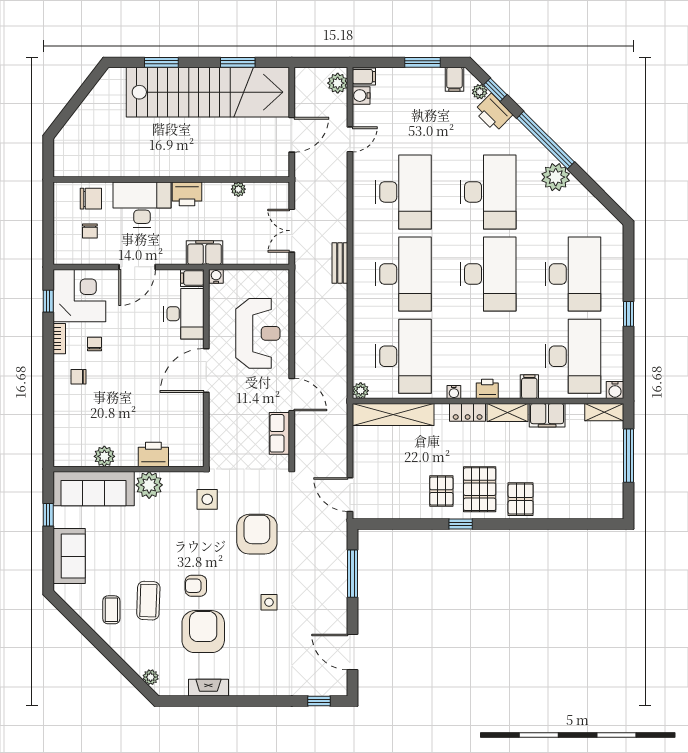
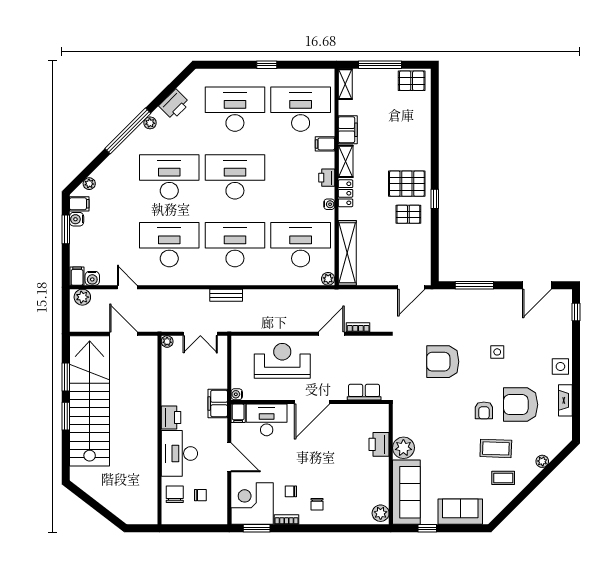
window: (161, 62) -> (66, 416), moved
window: (495, 90) -> (88, 171), removed
printer: (493, 113) -> (174, 104), moved
plant: (556, 177) -> (150, 123), width x0.53, depth x0.53
plant: (238, 189) -> (167, 341), moved
window: (48, 301) -> (257, 528), width x1.50
door: (206, 370) -> (312, 402), hinge flipped
water cooler: (615, 390) -> (77, 219), moved, turned 180
bookcase: (300, 428) -> (358, 327), added
row of seats: (279, 433) -> (364, 392), moved, turned 180
plant: (104, 456) -> (381, 513), moved
side table: (207, 499) -> (560, 366), moved
pallet: (521, 499) -> (412, 81), moved
plant: (151, 677) -> (542, 461), moved

